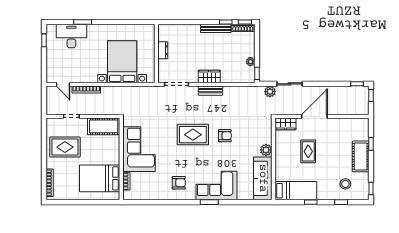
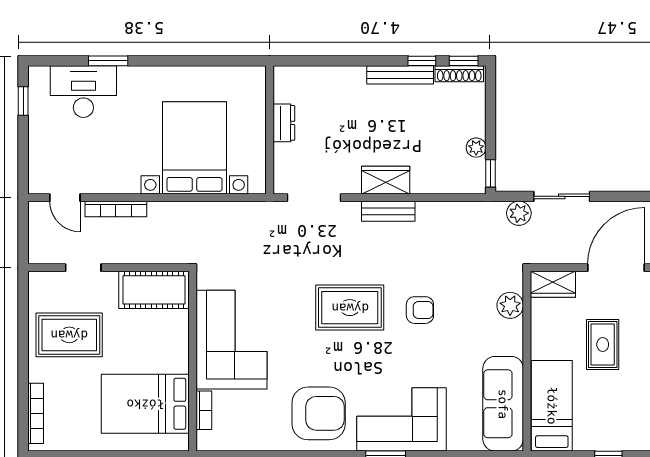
plant: (266, 150) -> (510, 305), moved
armchair: (179, 183) -> (319, 413), width x1.88, depth x1.88
bed: (296, 191) -> (552, 406), moved, turned -90

